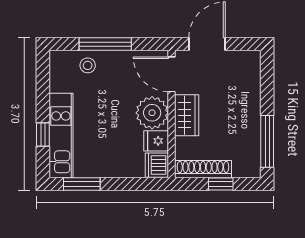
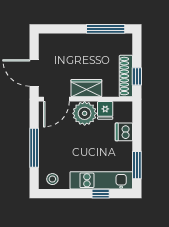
stool: (88, 65) -> (52, 179), moved
dishwasher: (157, 165) -> (124, 132), moved, turned 90
window: (221, 184) -> (137, 76), moved

